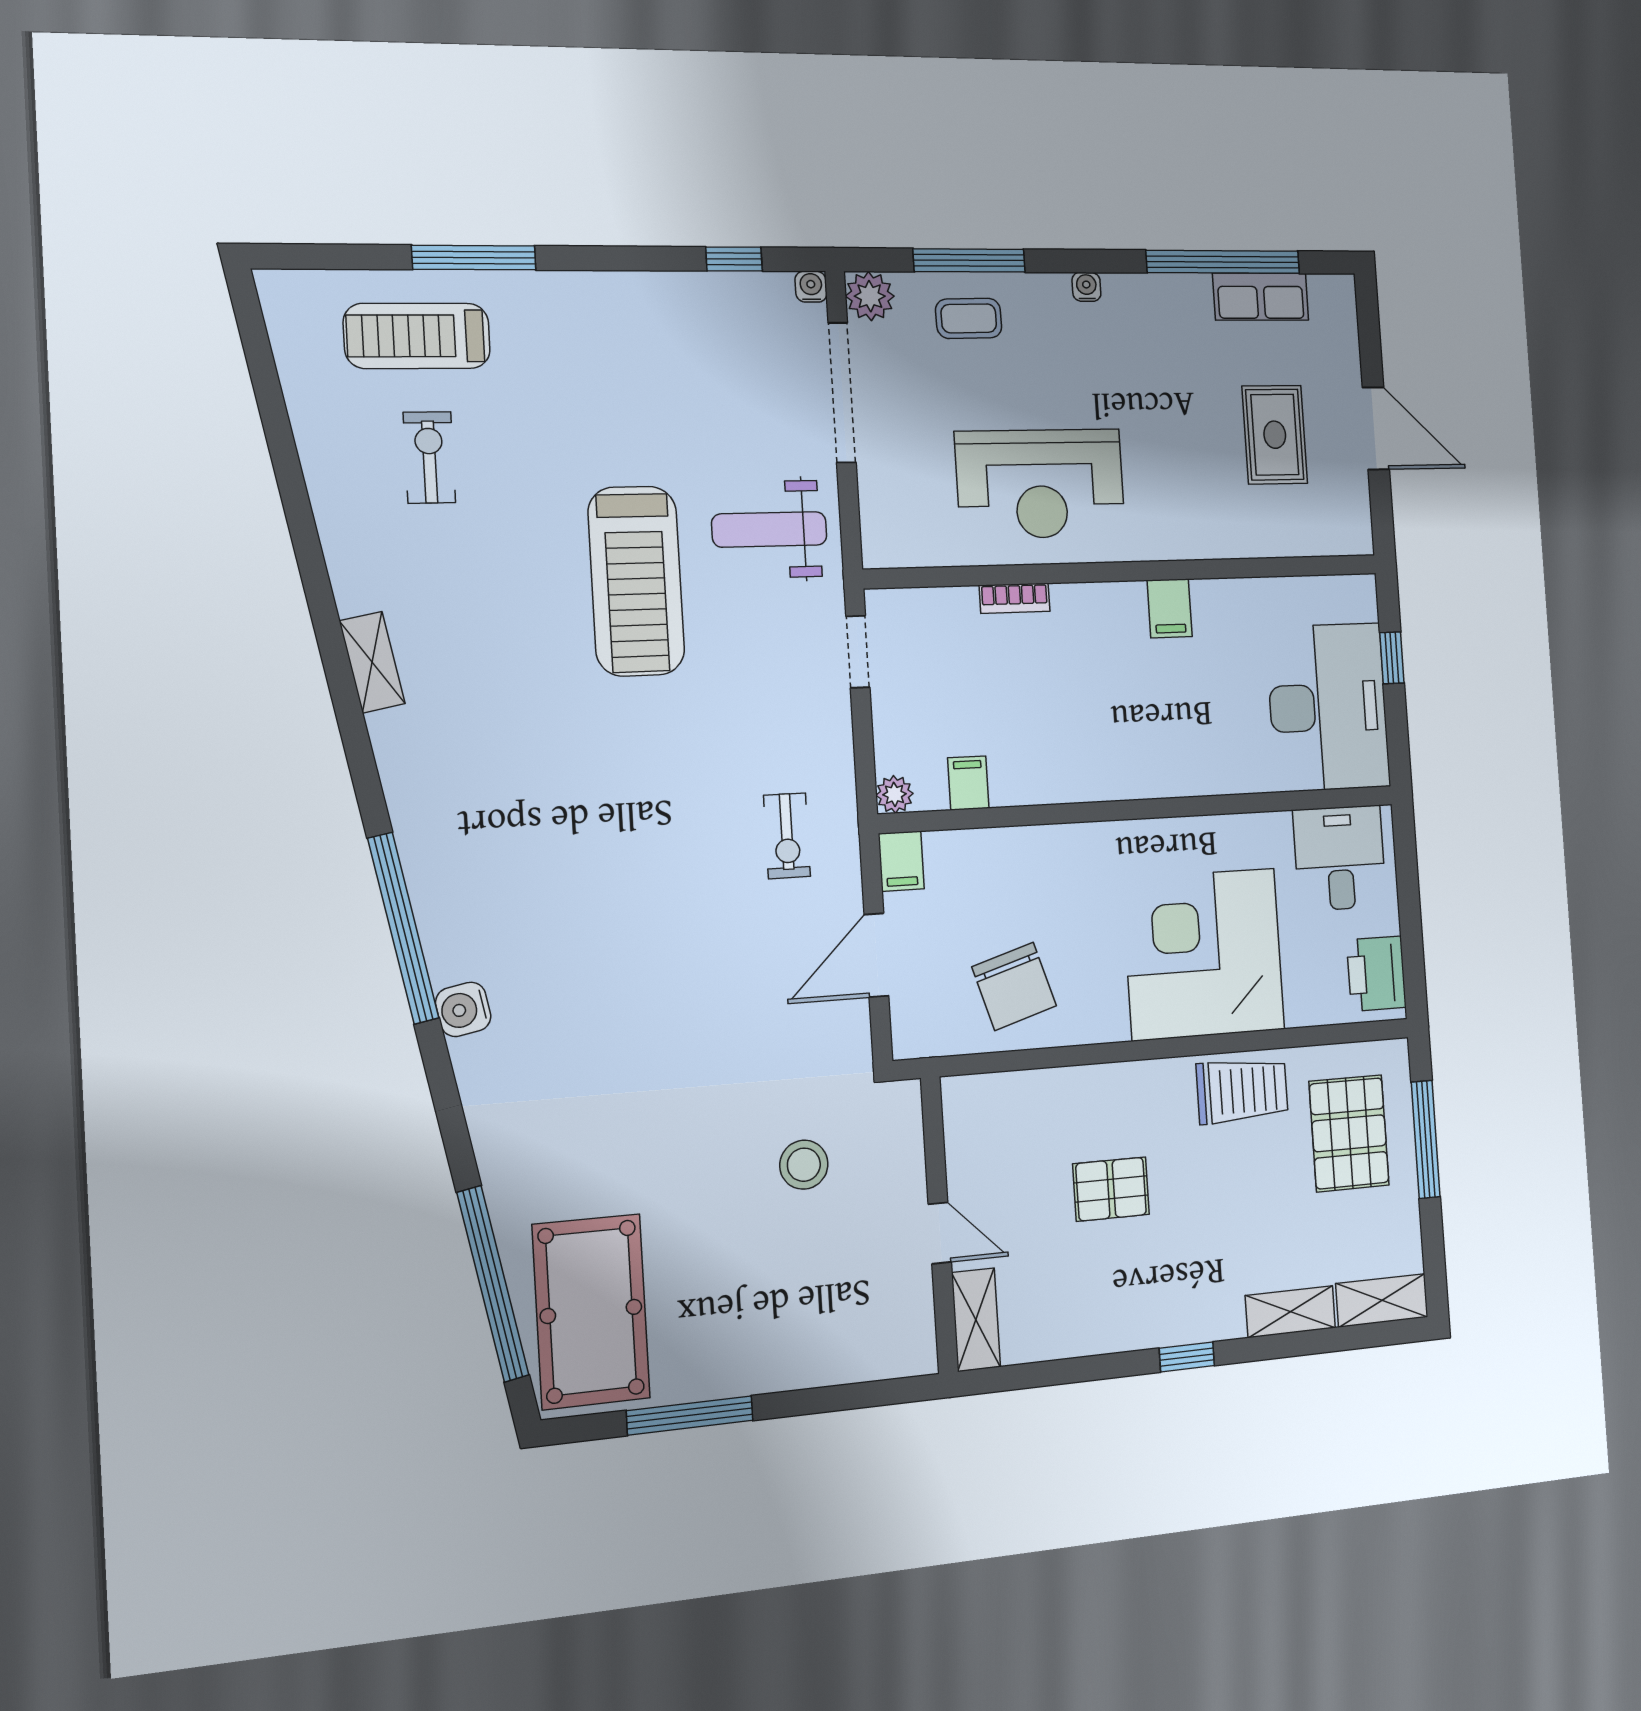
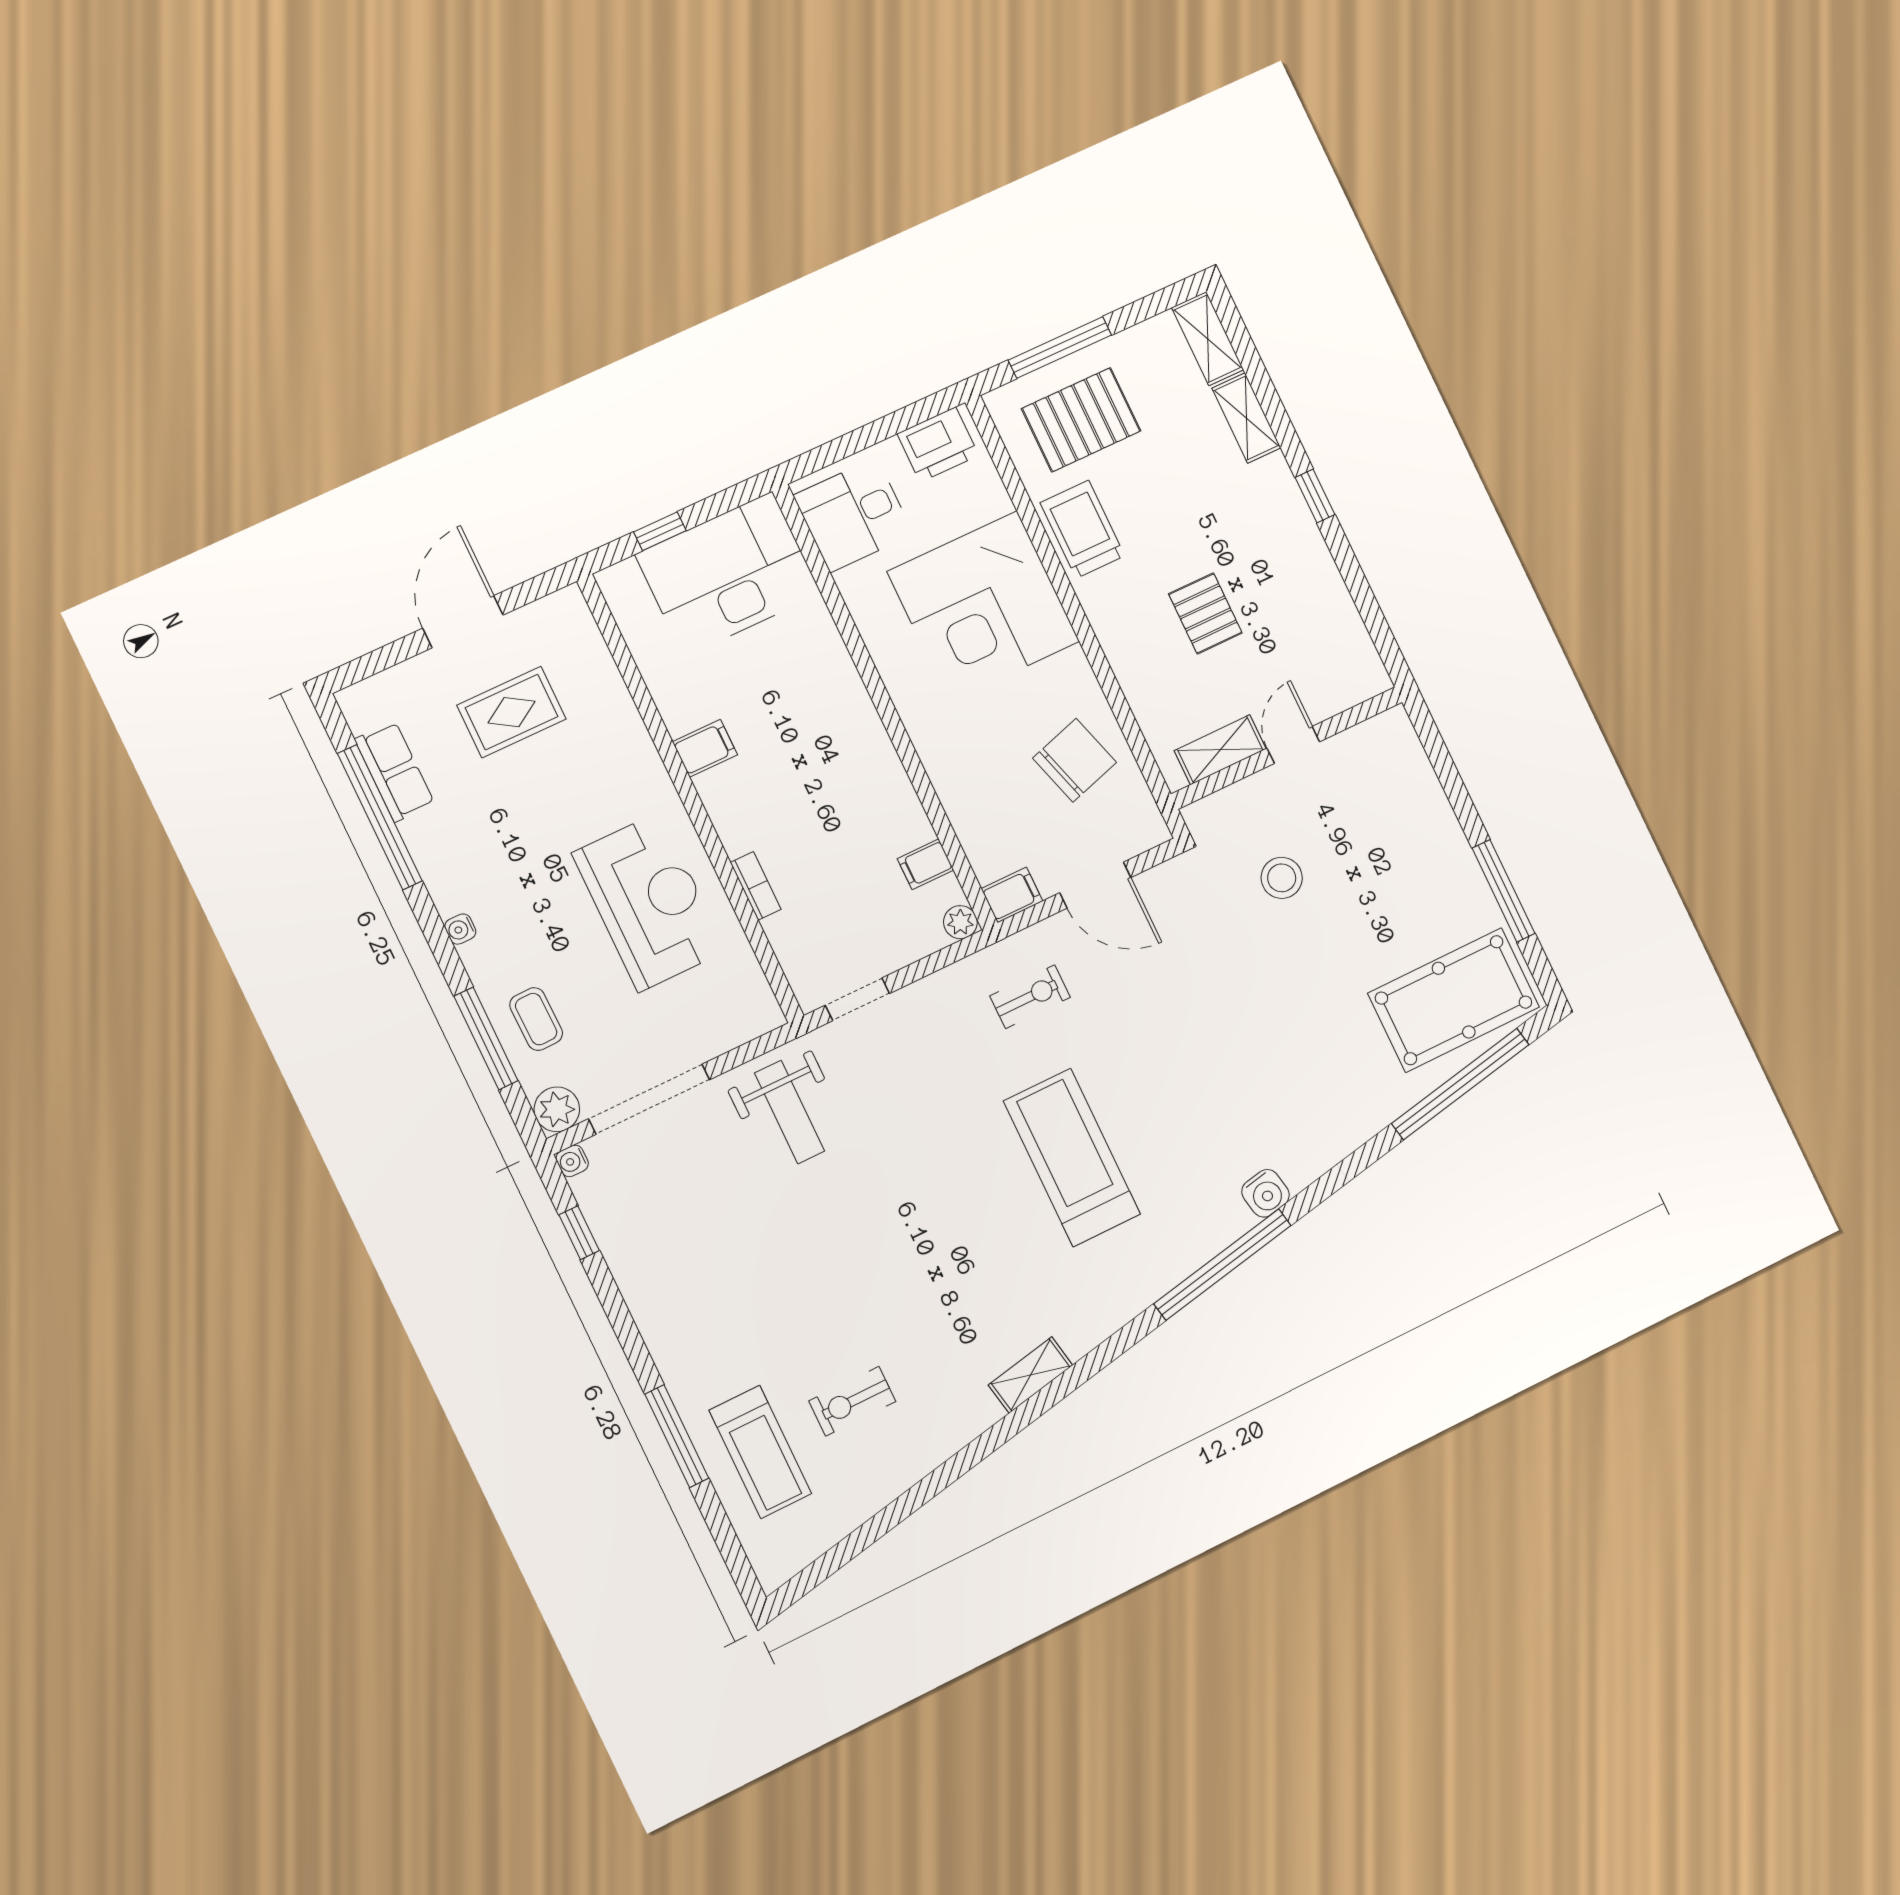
treadmill: (636, 581) -> (1072, 1158), moved, turned -90
shelving: (976, 1320) -> (1220, 750), moved

